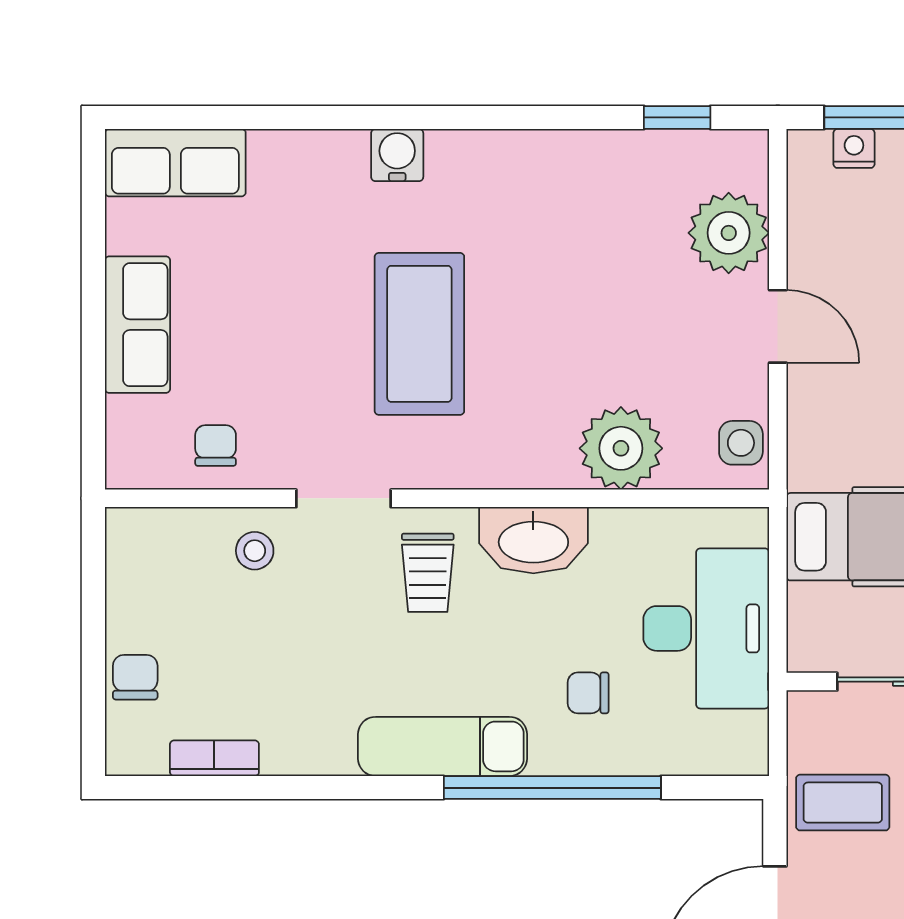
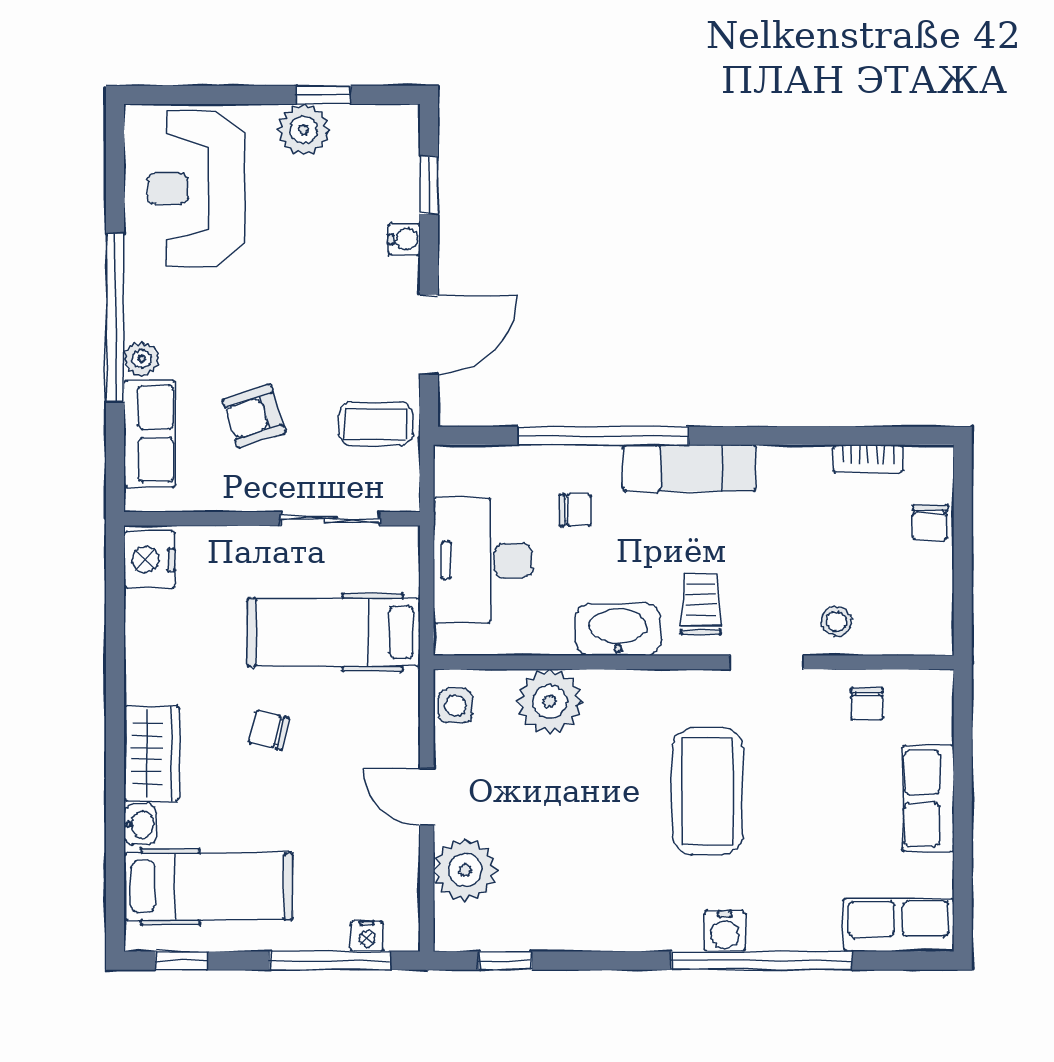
window: (350, 117) -> (762, 961), added

